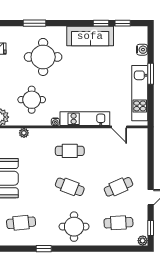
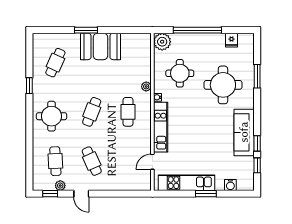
plant: (24, 133) -> (146, 86), moved
cafe table: (21, 223) -> (55, 63), turned 30
plant: (143, 241) -> (60, 186), moved

